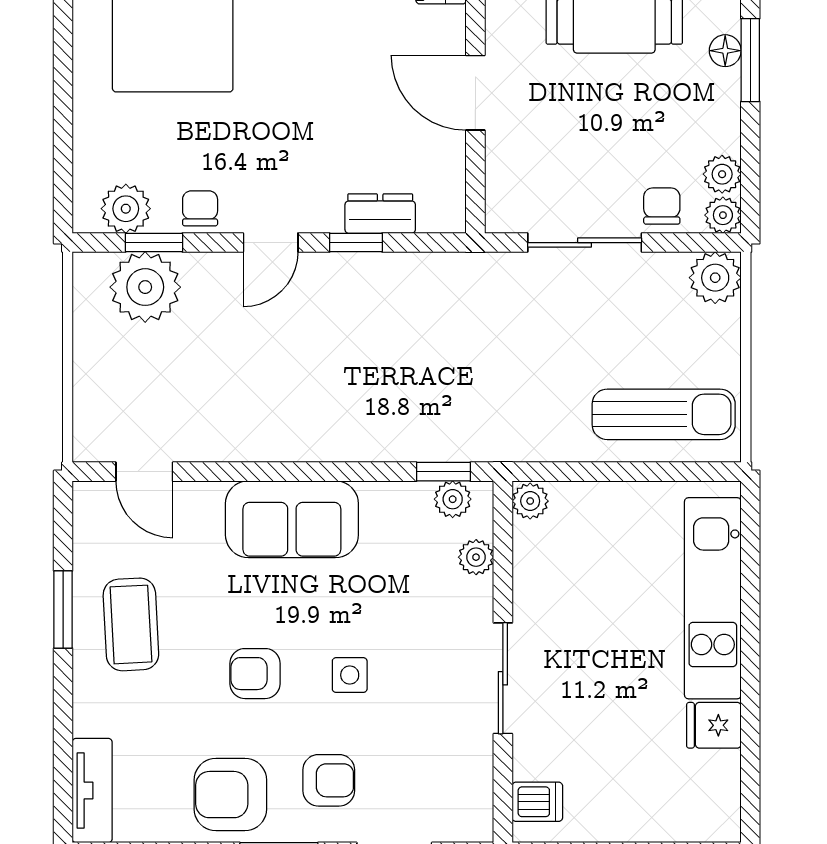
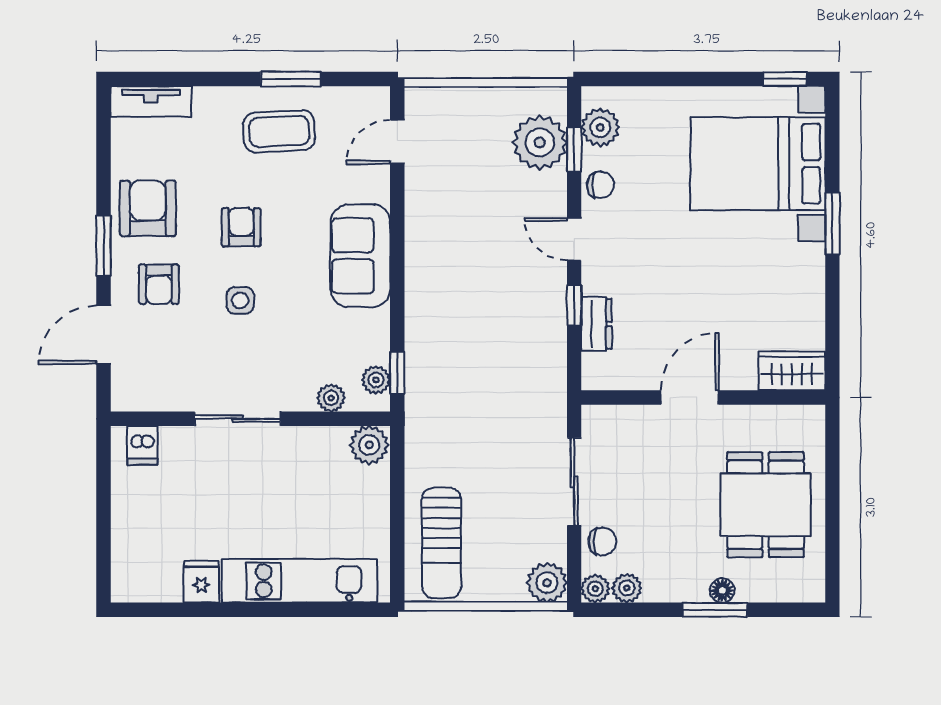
plant: (530, 501) -> (369, 445), width x1.38, depth x1.38

